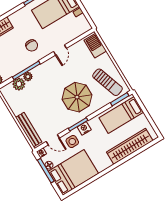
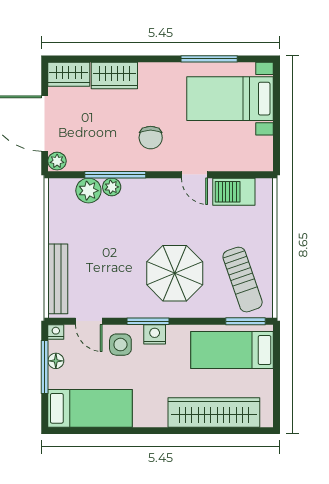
barbecue: (95, 46) -> (234, 192), moved, turned -90
door: (60, 50) -> (195, 175), hinge flipped
bed: (73, 172) -> (90, 408), width x0.67

